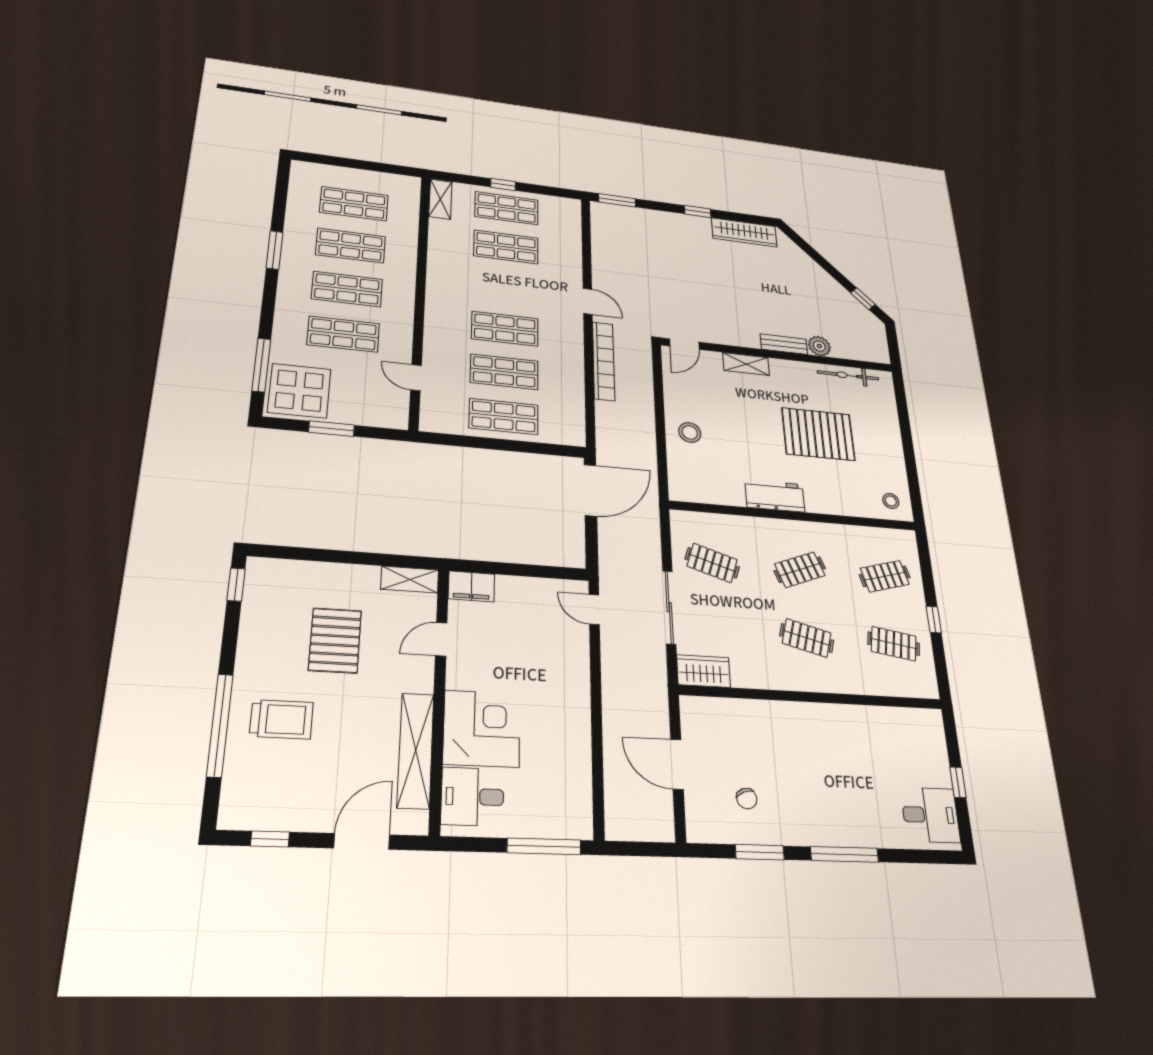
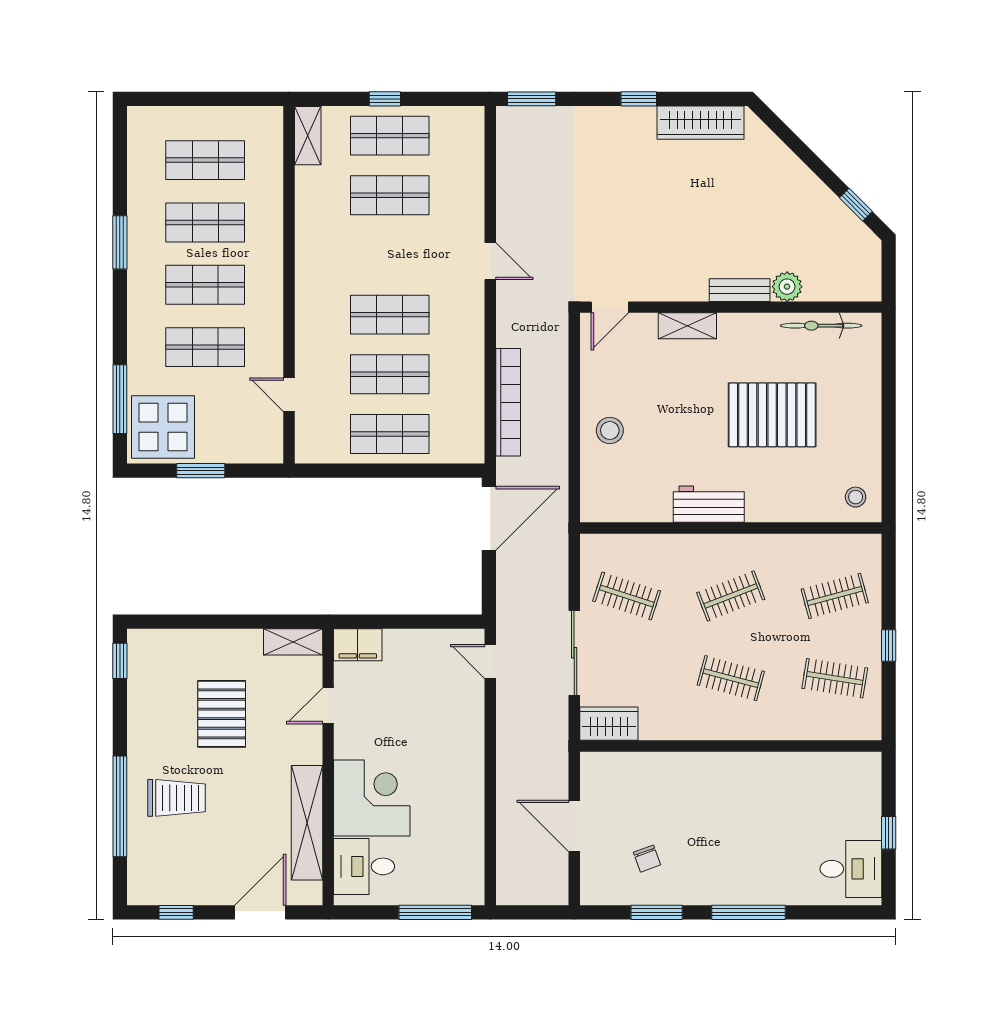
bookcase: (604, 361) -> (508, 402), moved

